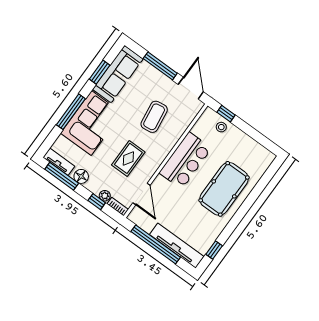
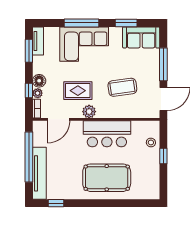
sofa: (118, 74) -> (141, 37), width x0.73
window: (226, 114) -> (163, 156), moved
plant: (154, 162) -> (89, 112), added
window: (62, 176) -> (29, 51), width x0.69
floor lamp: (81, 176) -> (39, 81), moved

